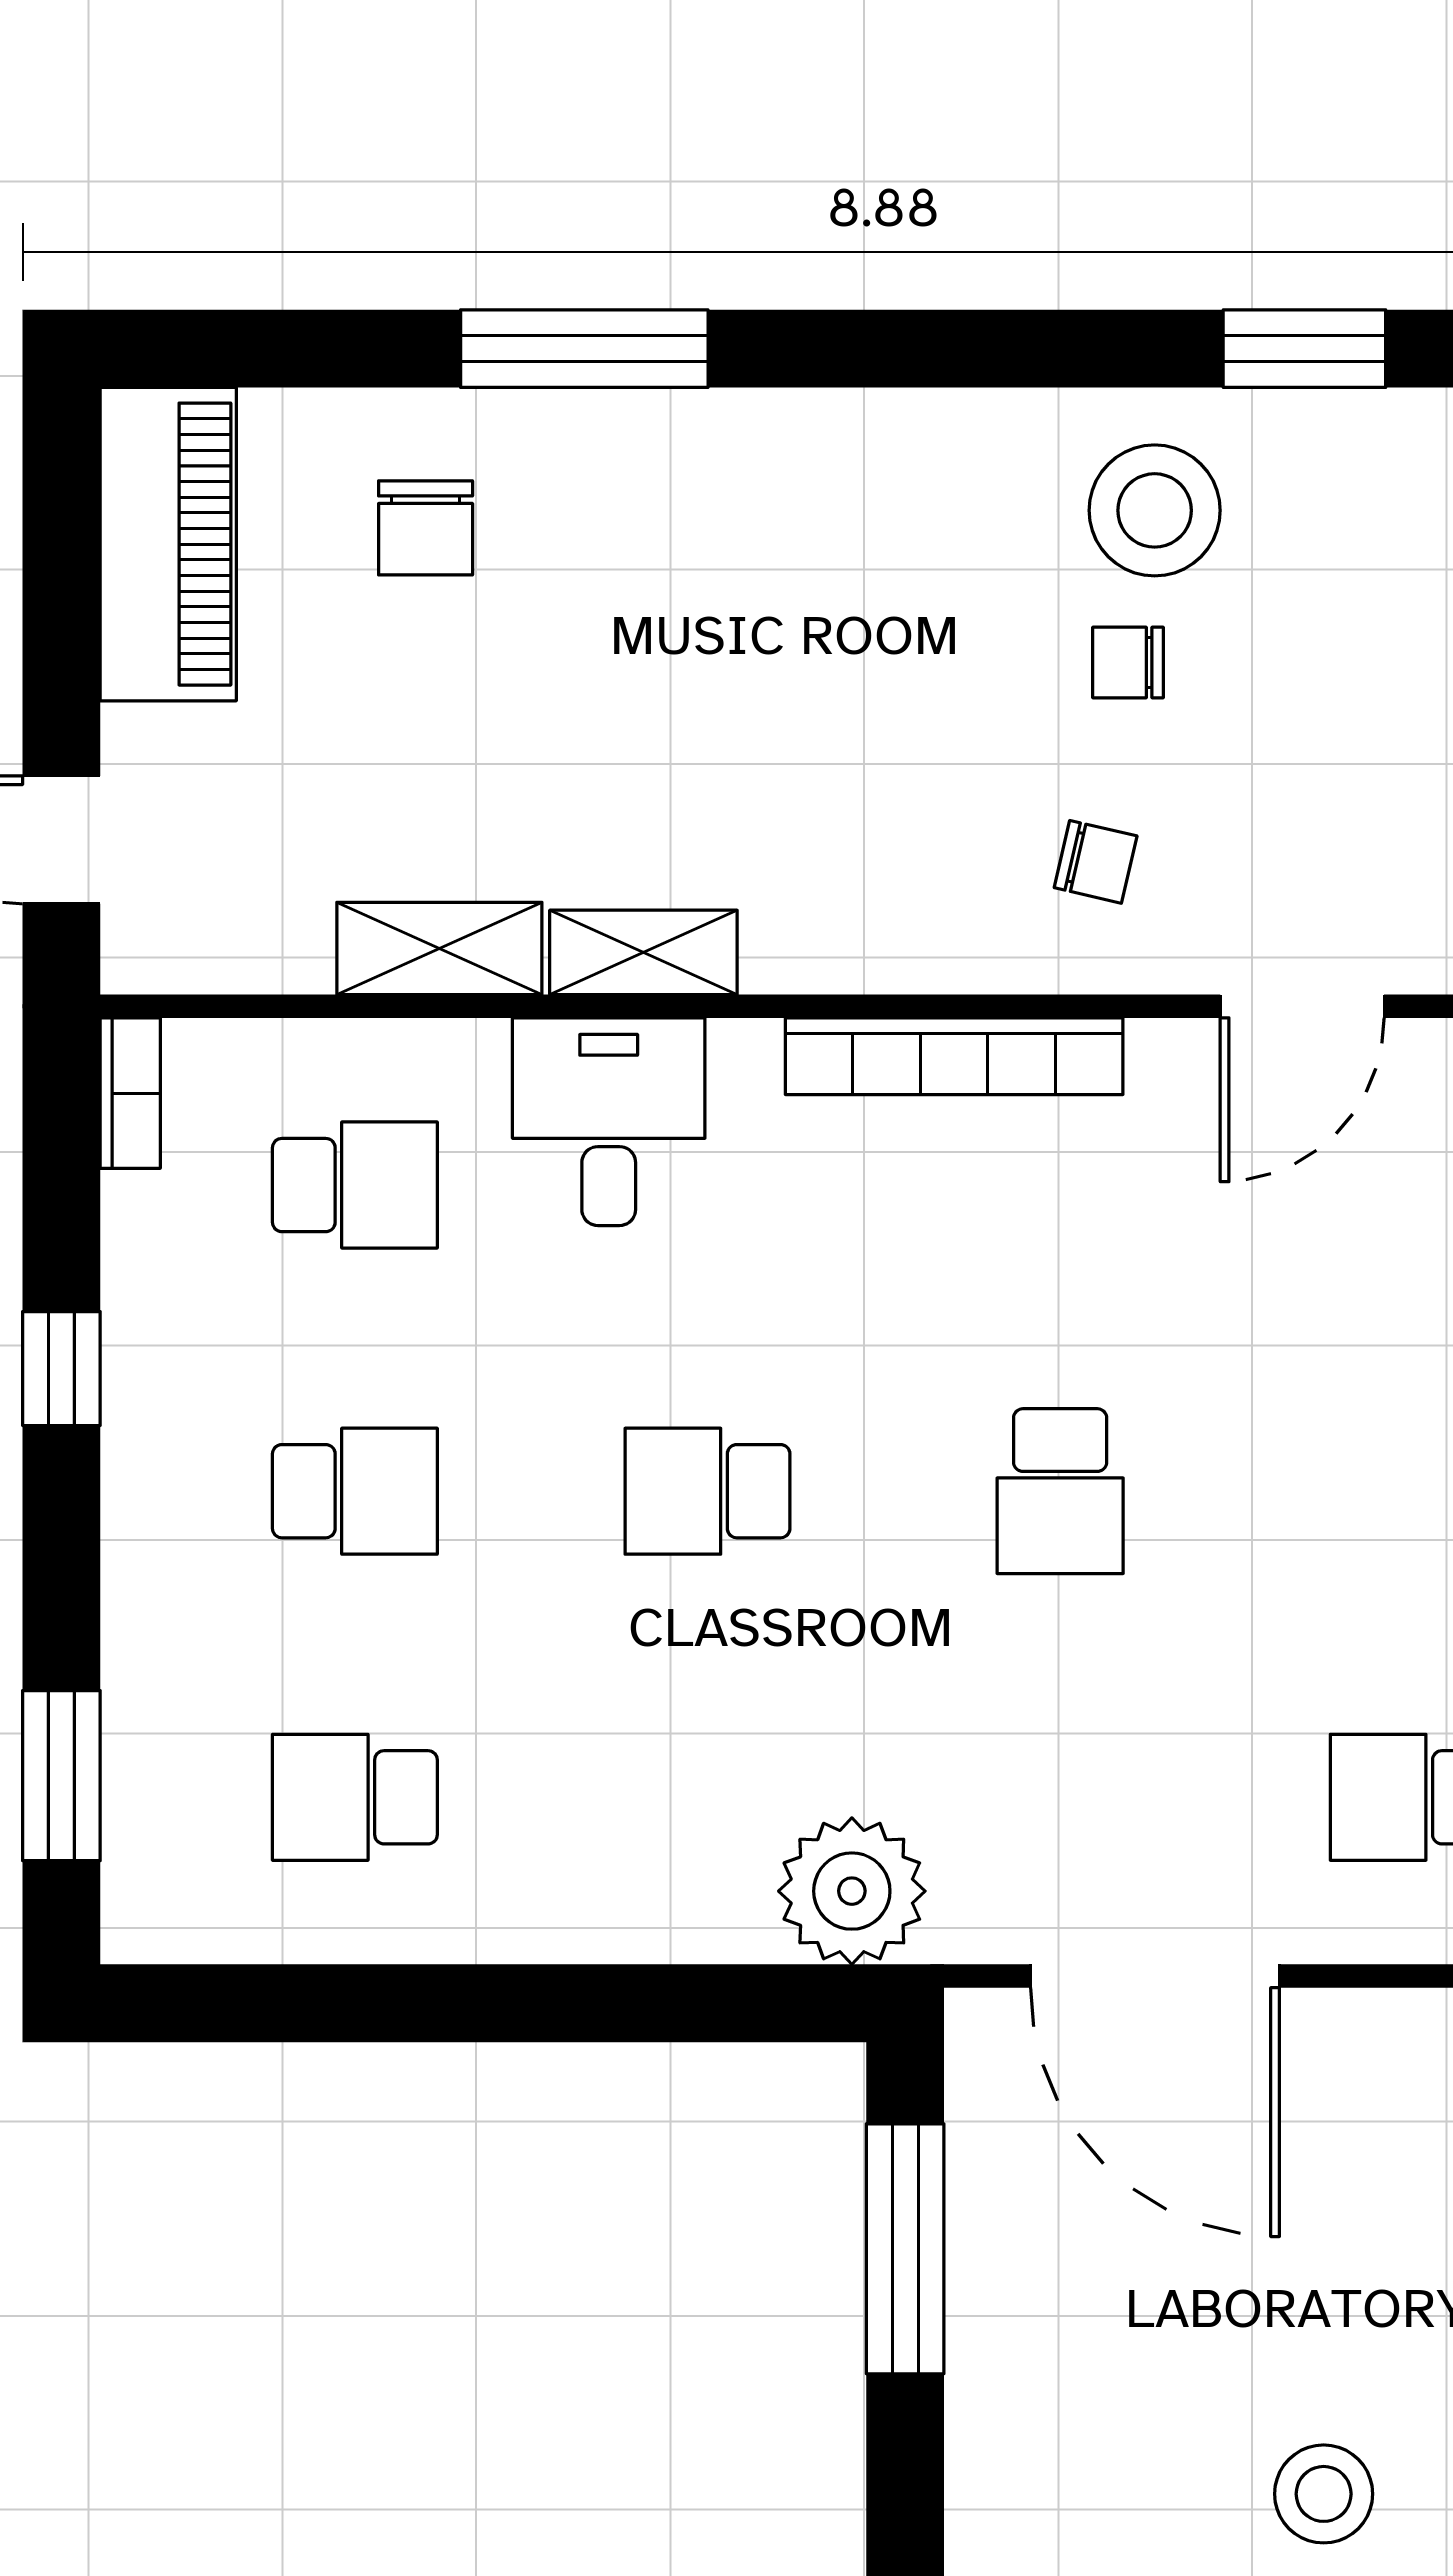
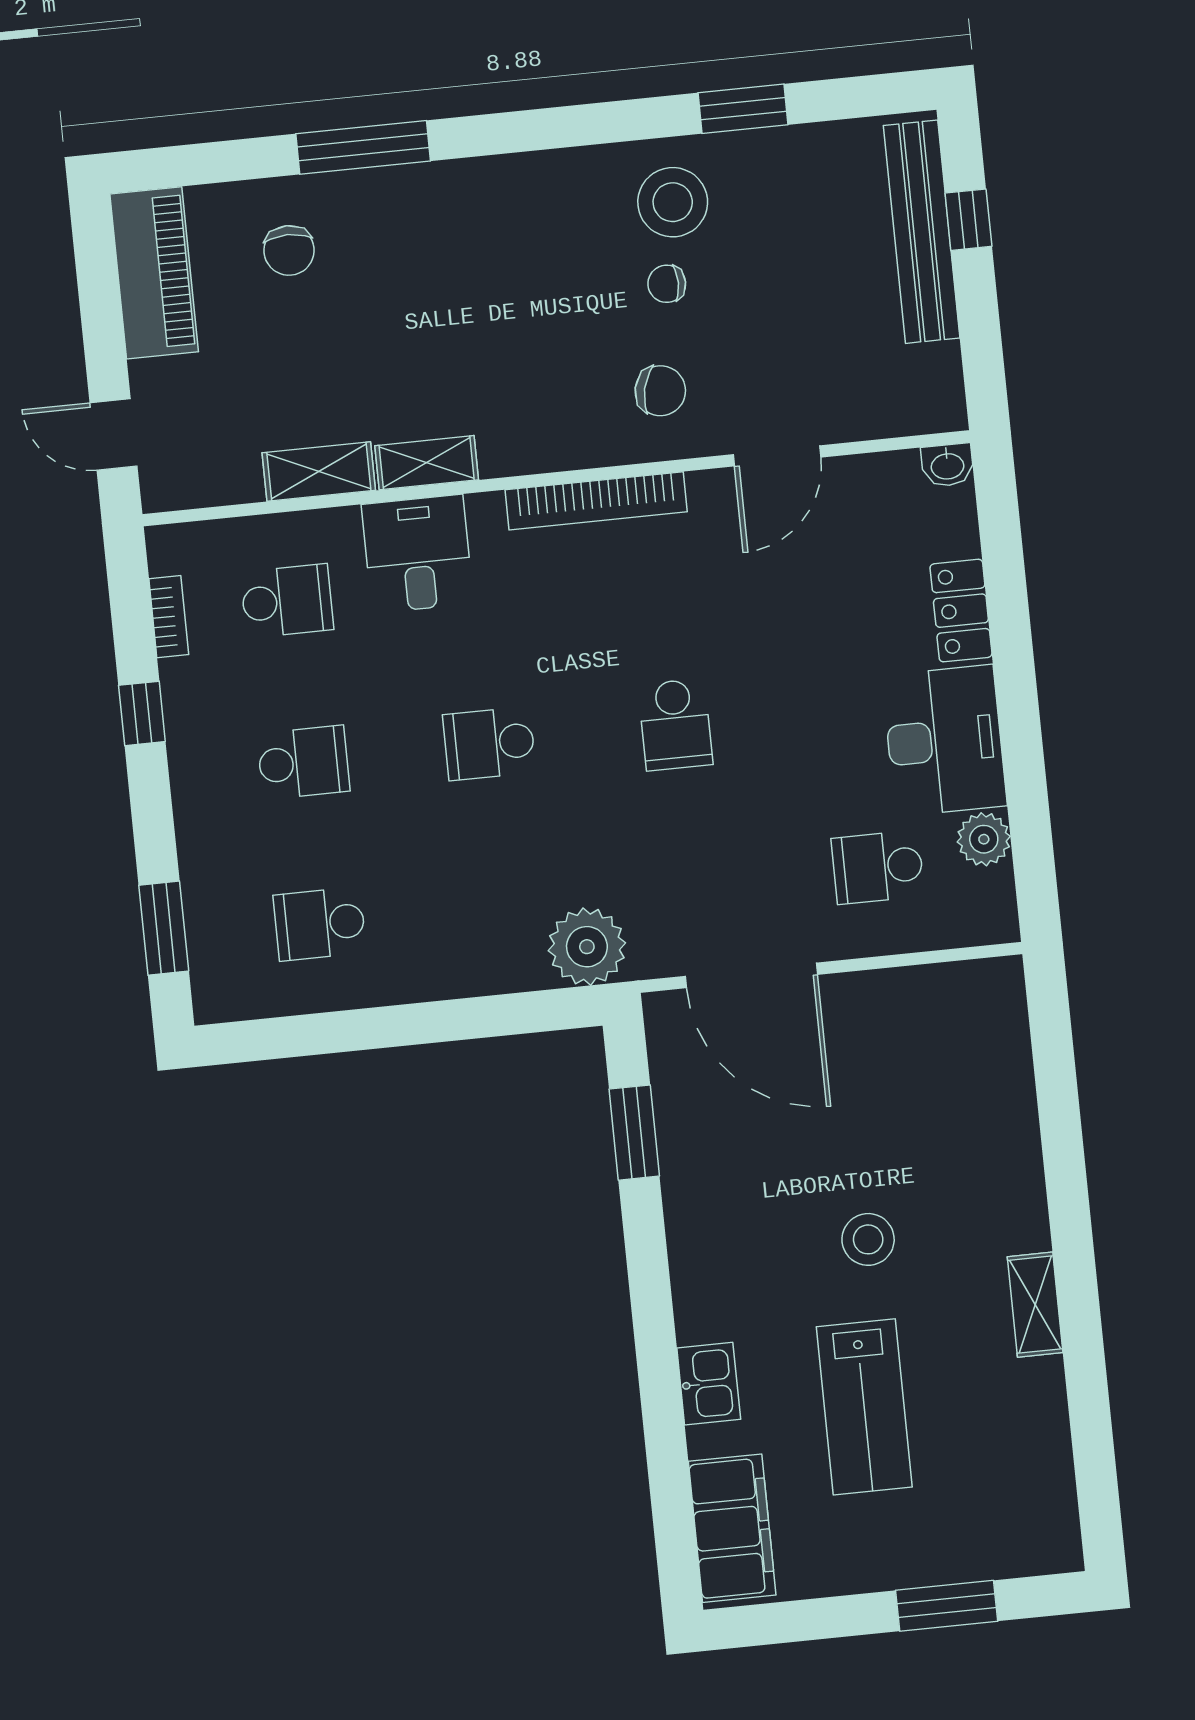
chair: (1096, 862) -> (660, 391), width x1.37, depth x1.37
bookcase: (130, 1093) -> (169, 617), moved
window: (905, 2249) -> (634, 1133), width x0.69

